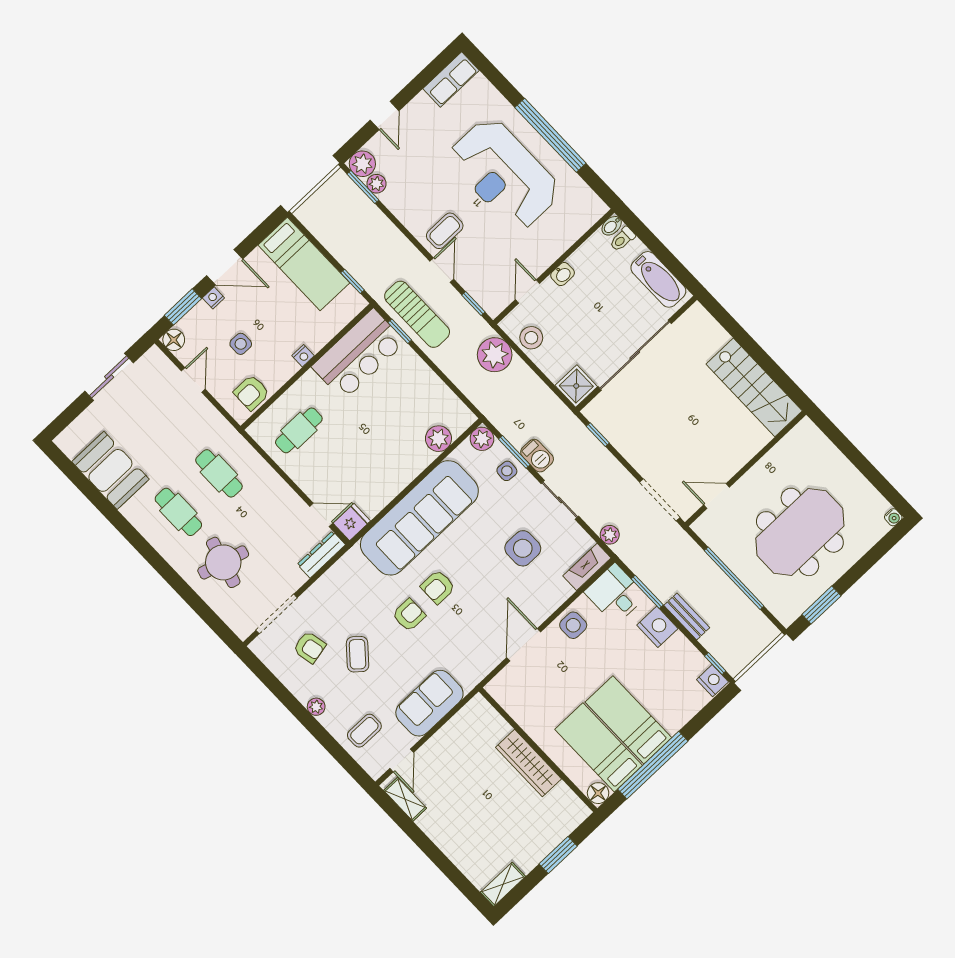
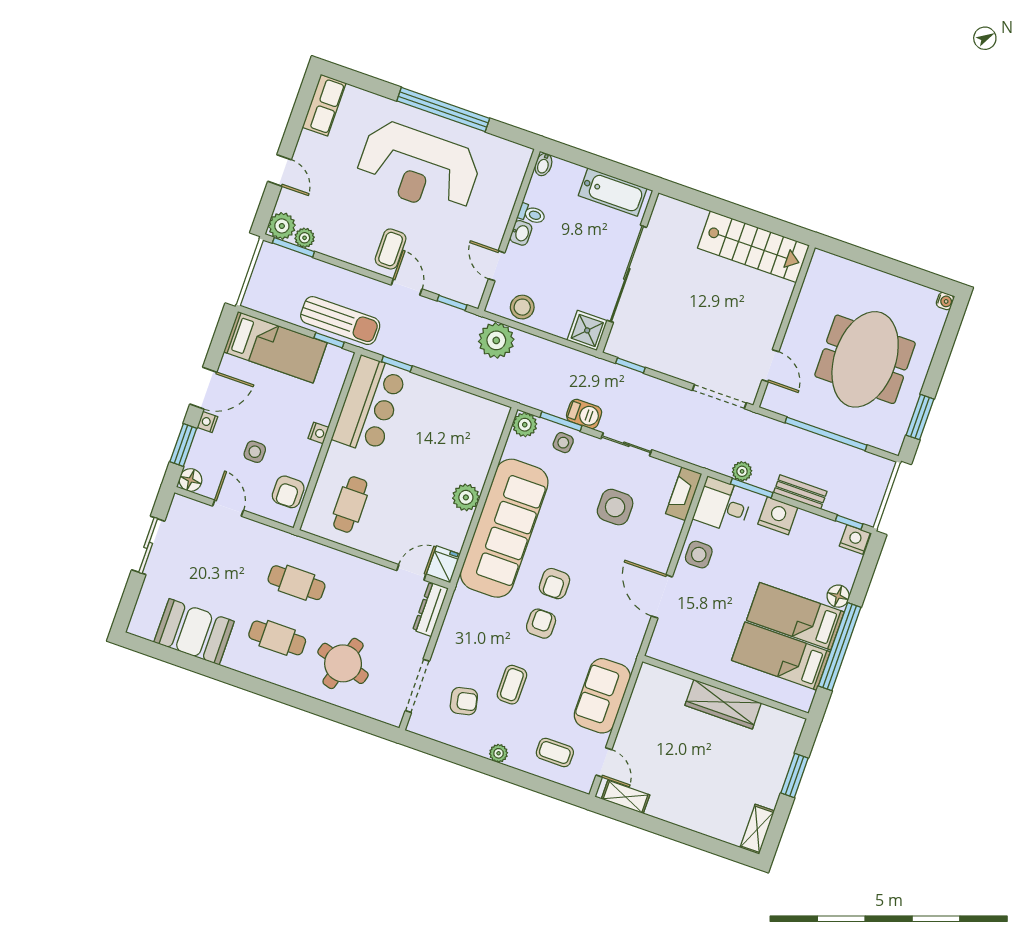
toilet: (622, 239) -> (532, 214), moved, turned -90
sun lounger: (417, 314) -> (340, 321), moved
plant: (438, 439) -> (466, 497), moved
door: (717, 496) -> (770, 366), swing flipped
plant: (610, 535) -> (742, 471), moved
coffee table: (358, 654) -> (512, 685), turned 49
coffee table: (364, 731) -> (555, 752), turned 90
floor lamp: (598, 793) -> (838, 596), moved

